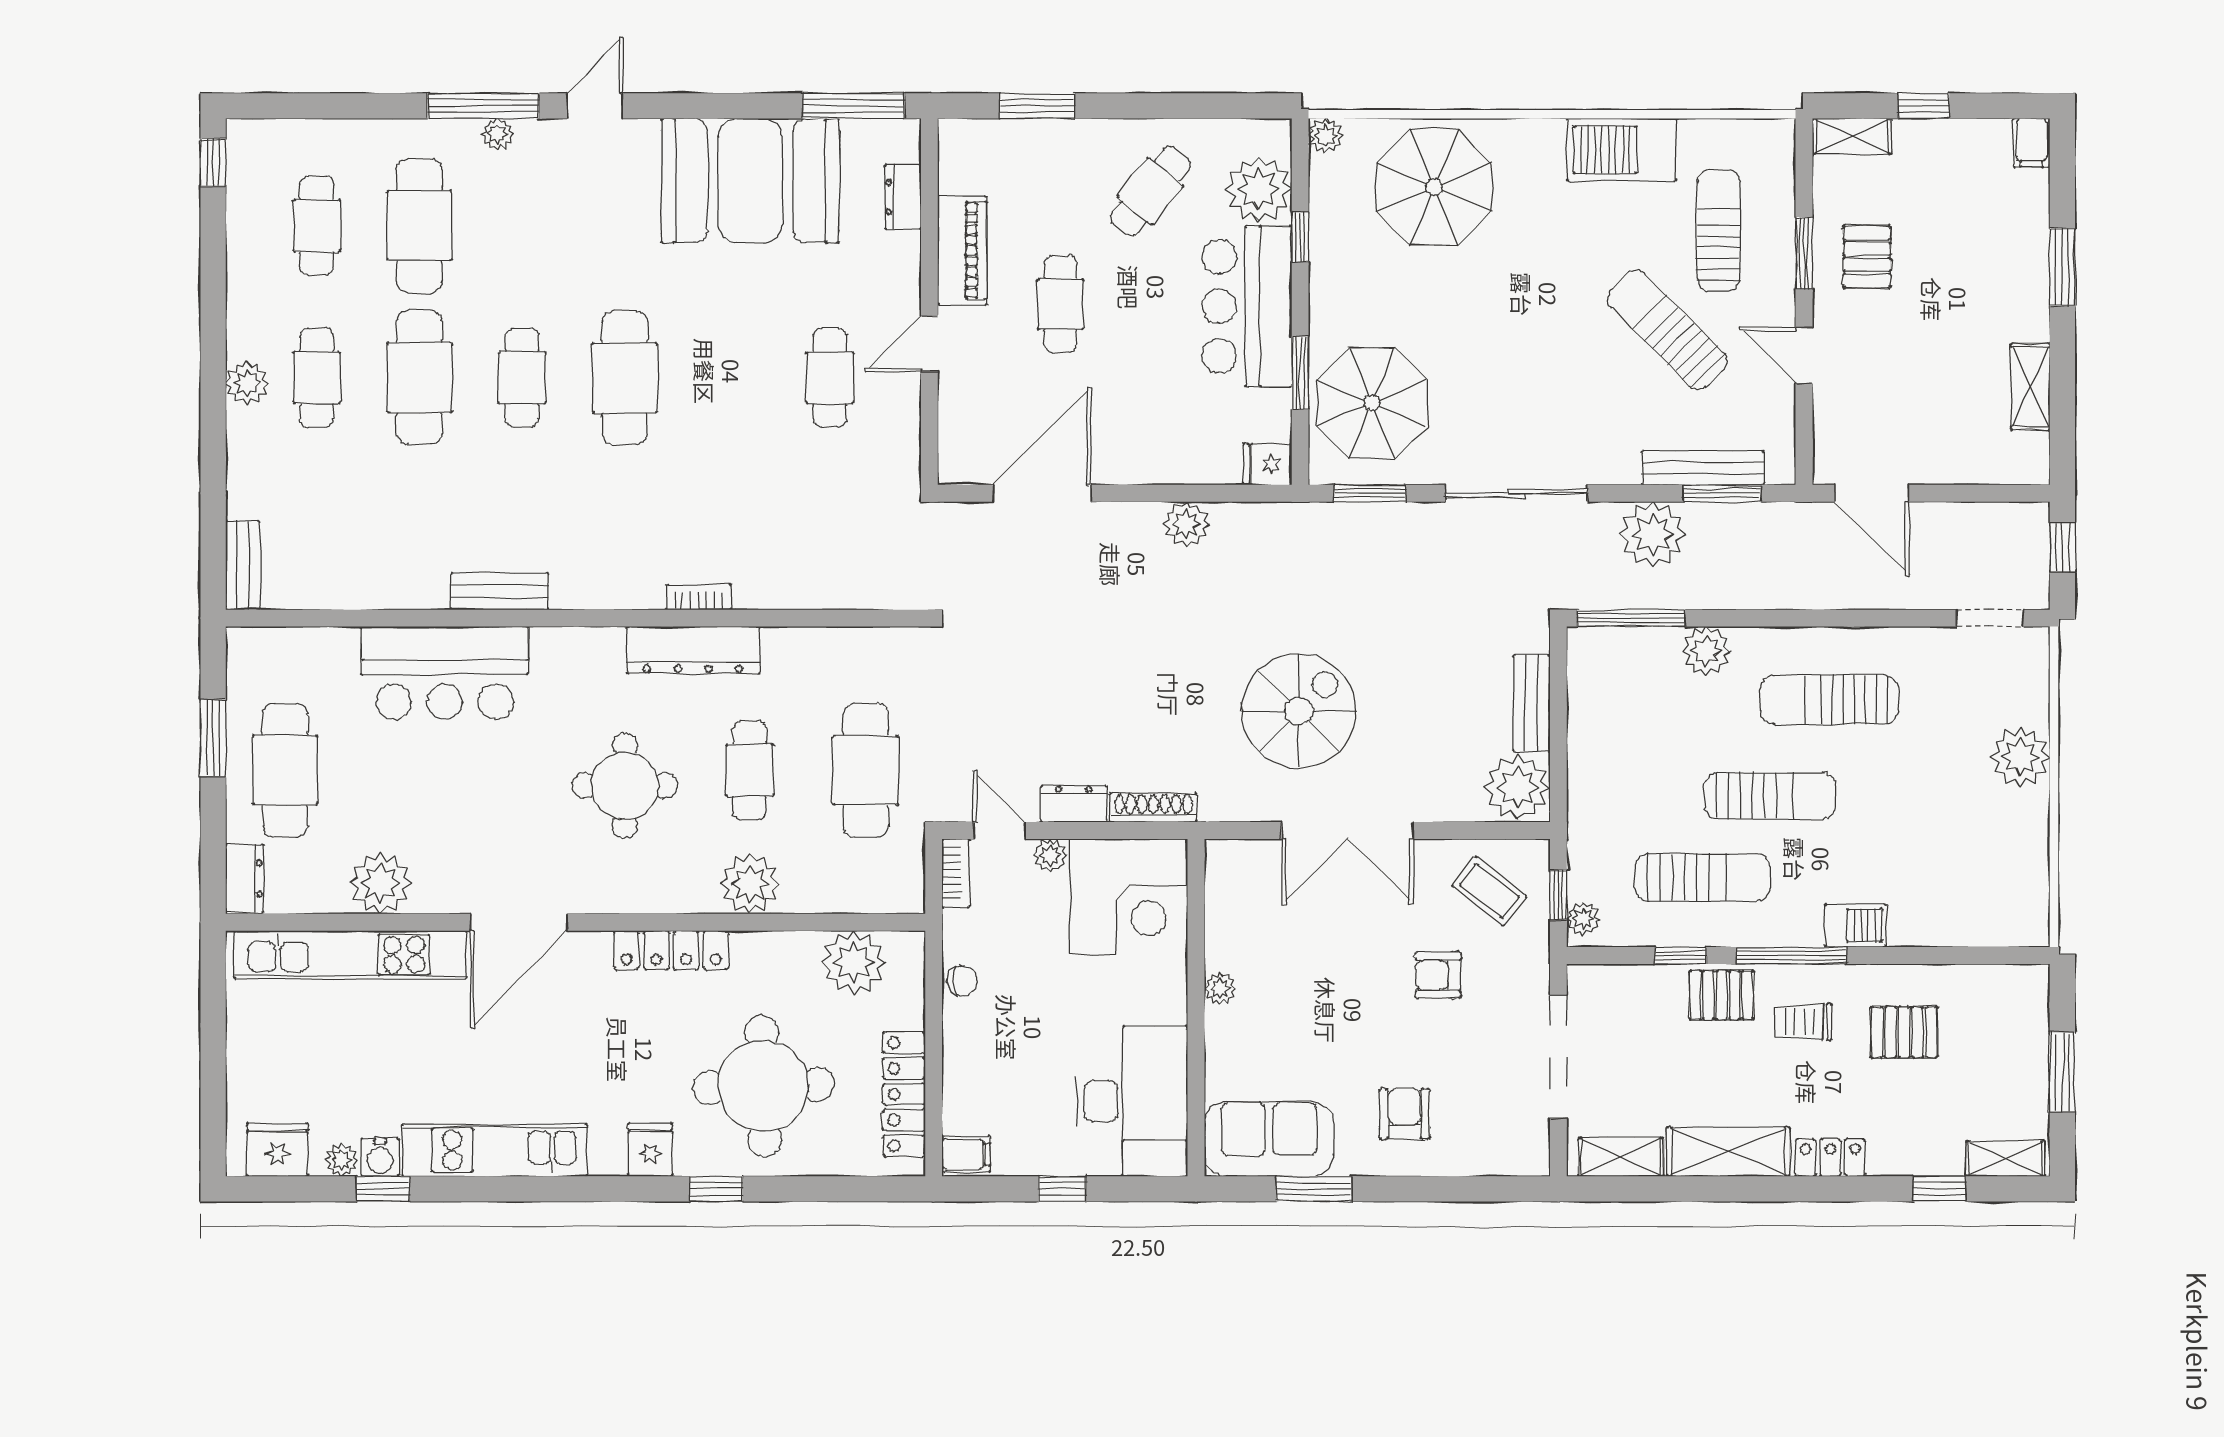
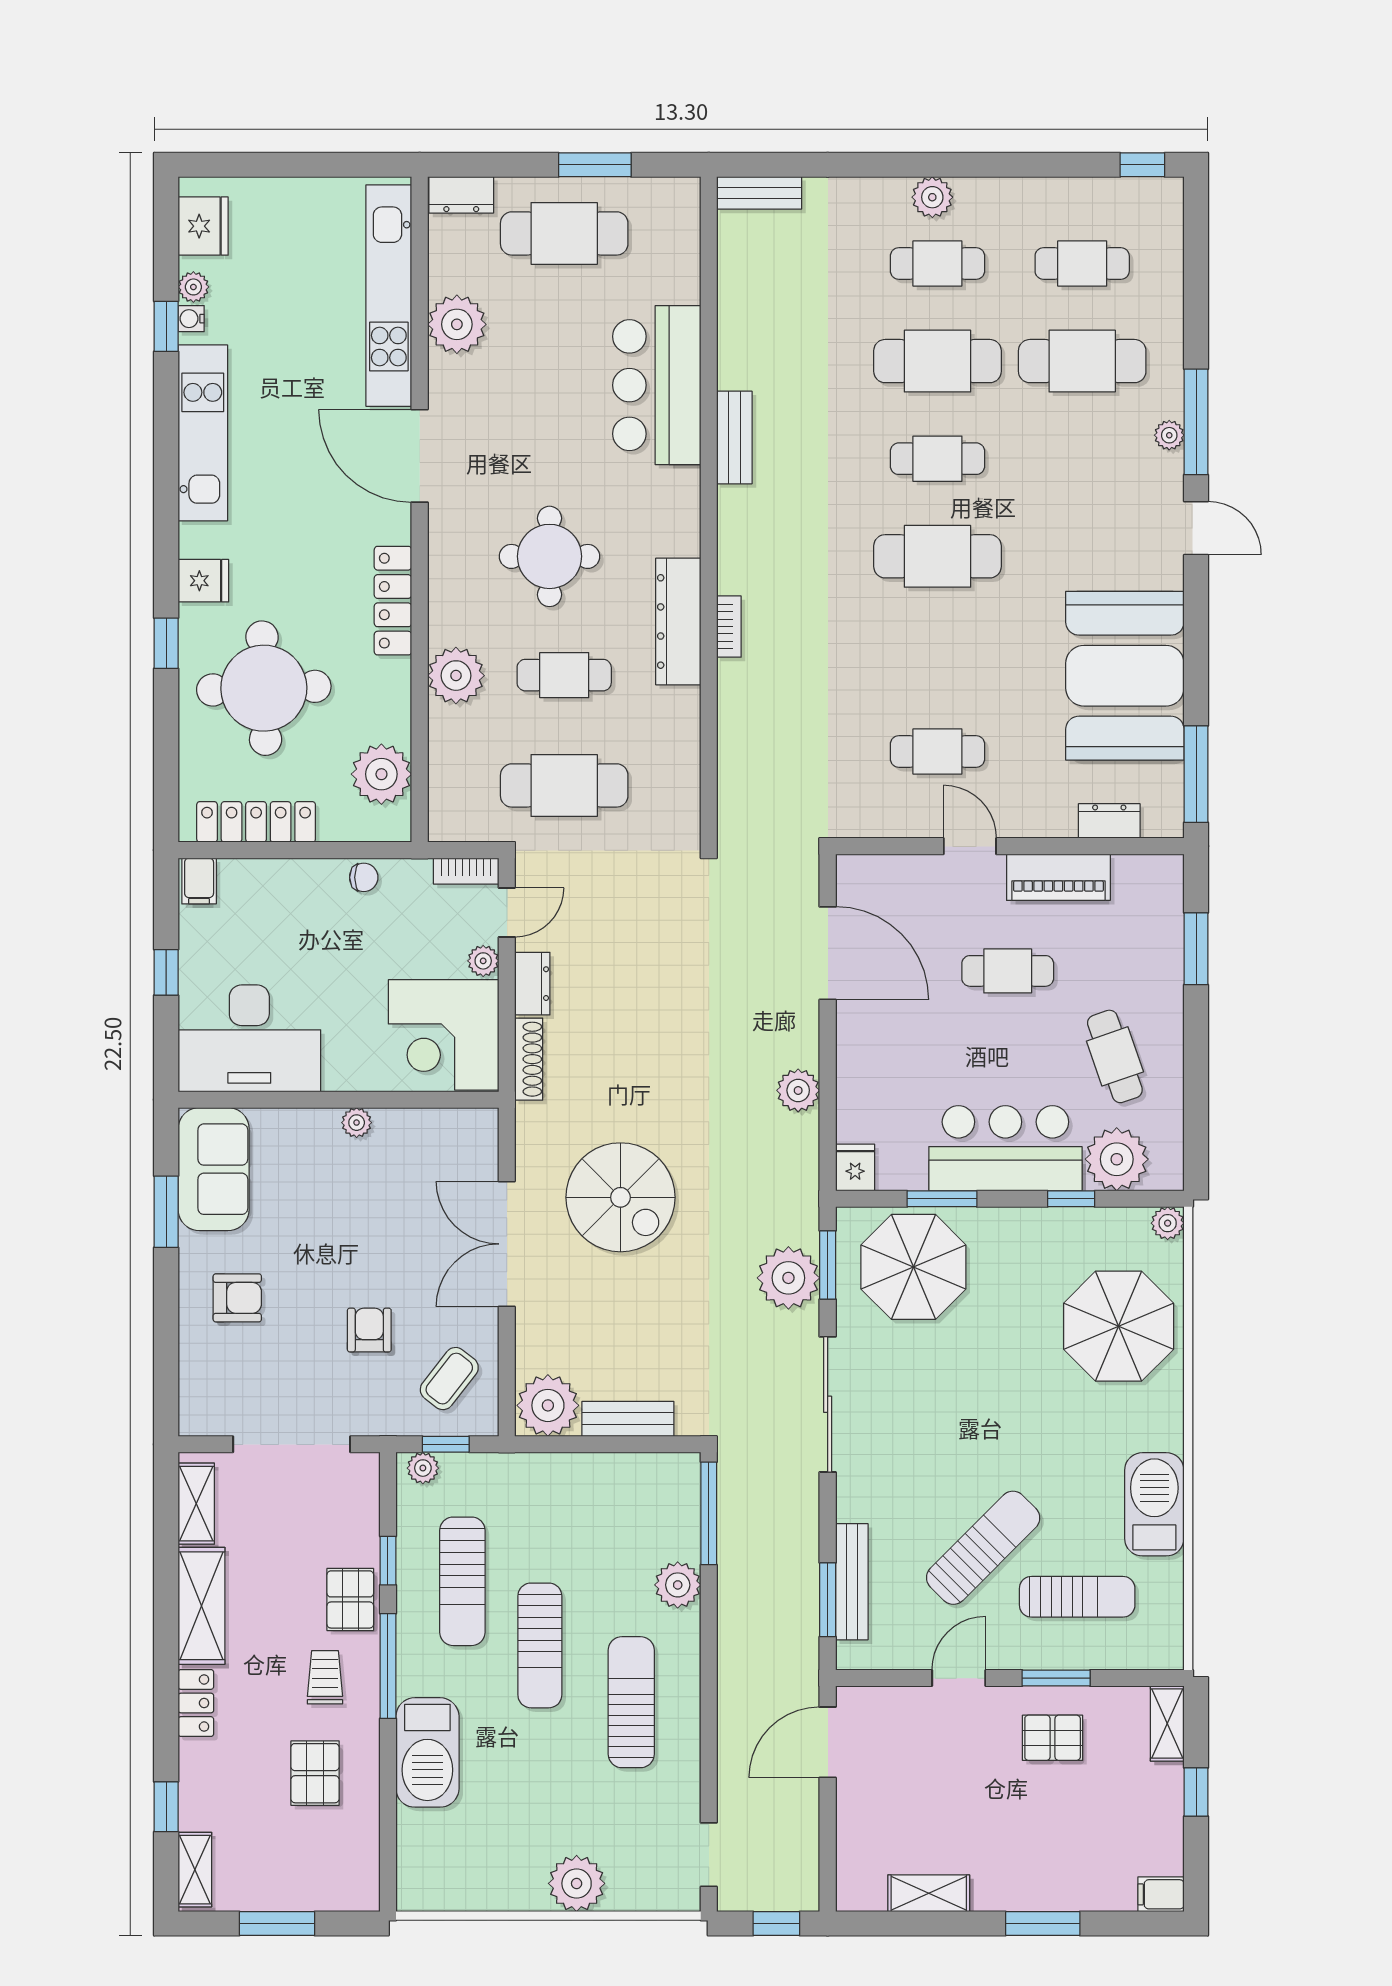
cafe table: (1151, 191) -> (1115, 1056), turned 32
plant: (1653, 534) -> (788, 1278), moved
barbecue: (1855, 925) -> (427, 1752), width x1.88, depth x1.53
chair: (962, 981) -> (364, 877), turned -86
water cooler: (380, 1157) -> (191, 319), width x0.72, depth x0.72

